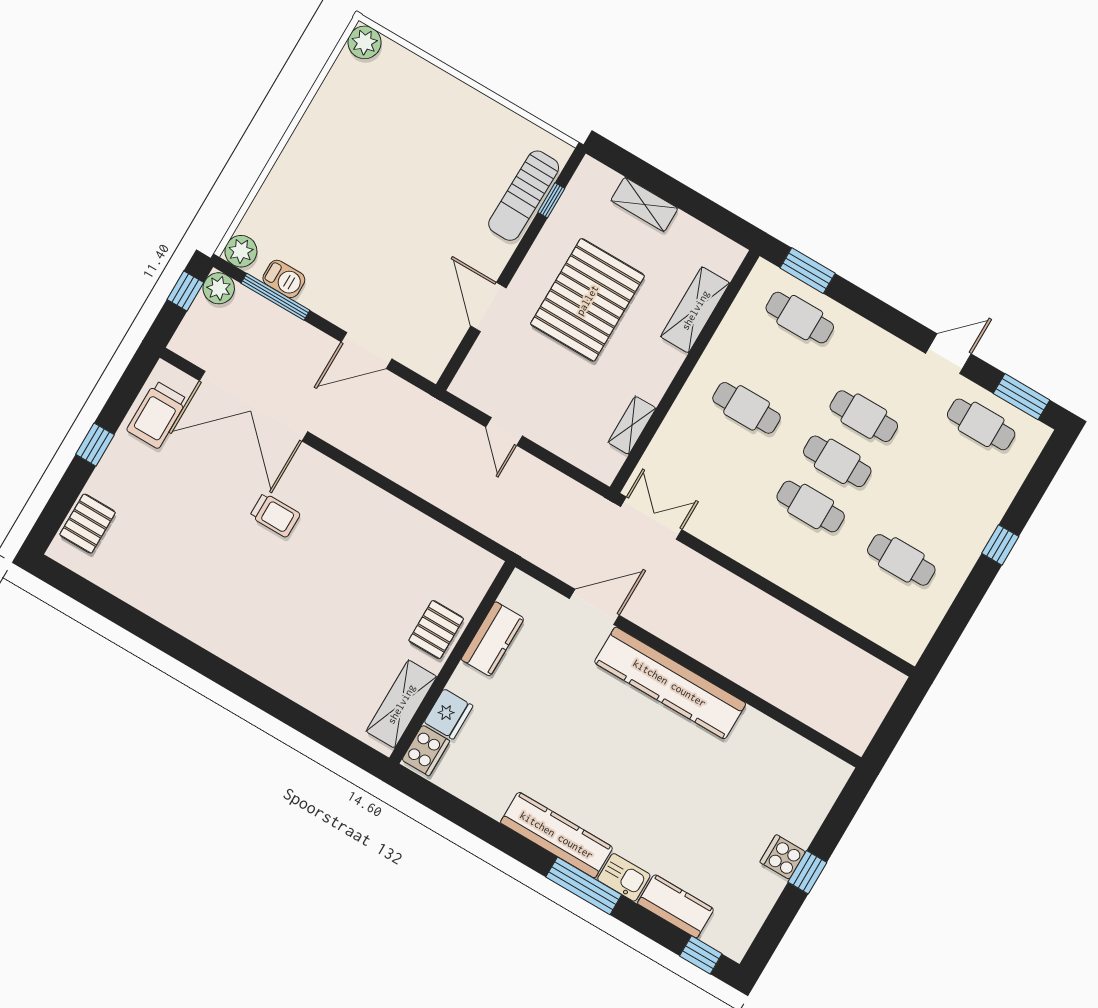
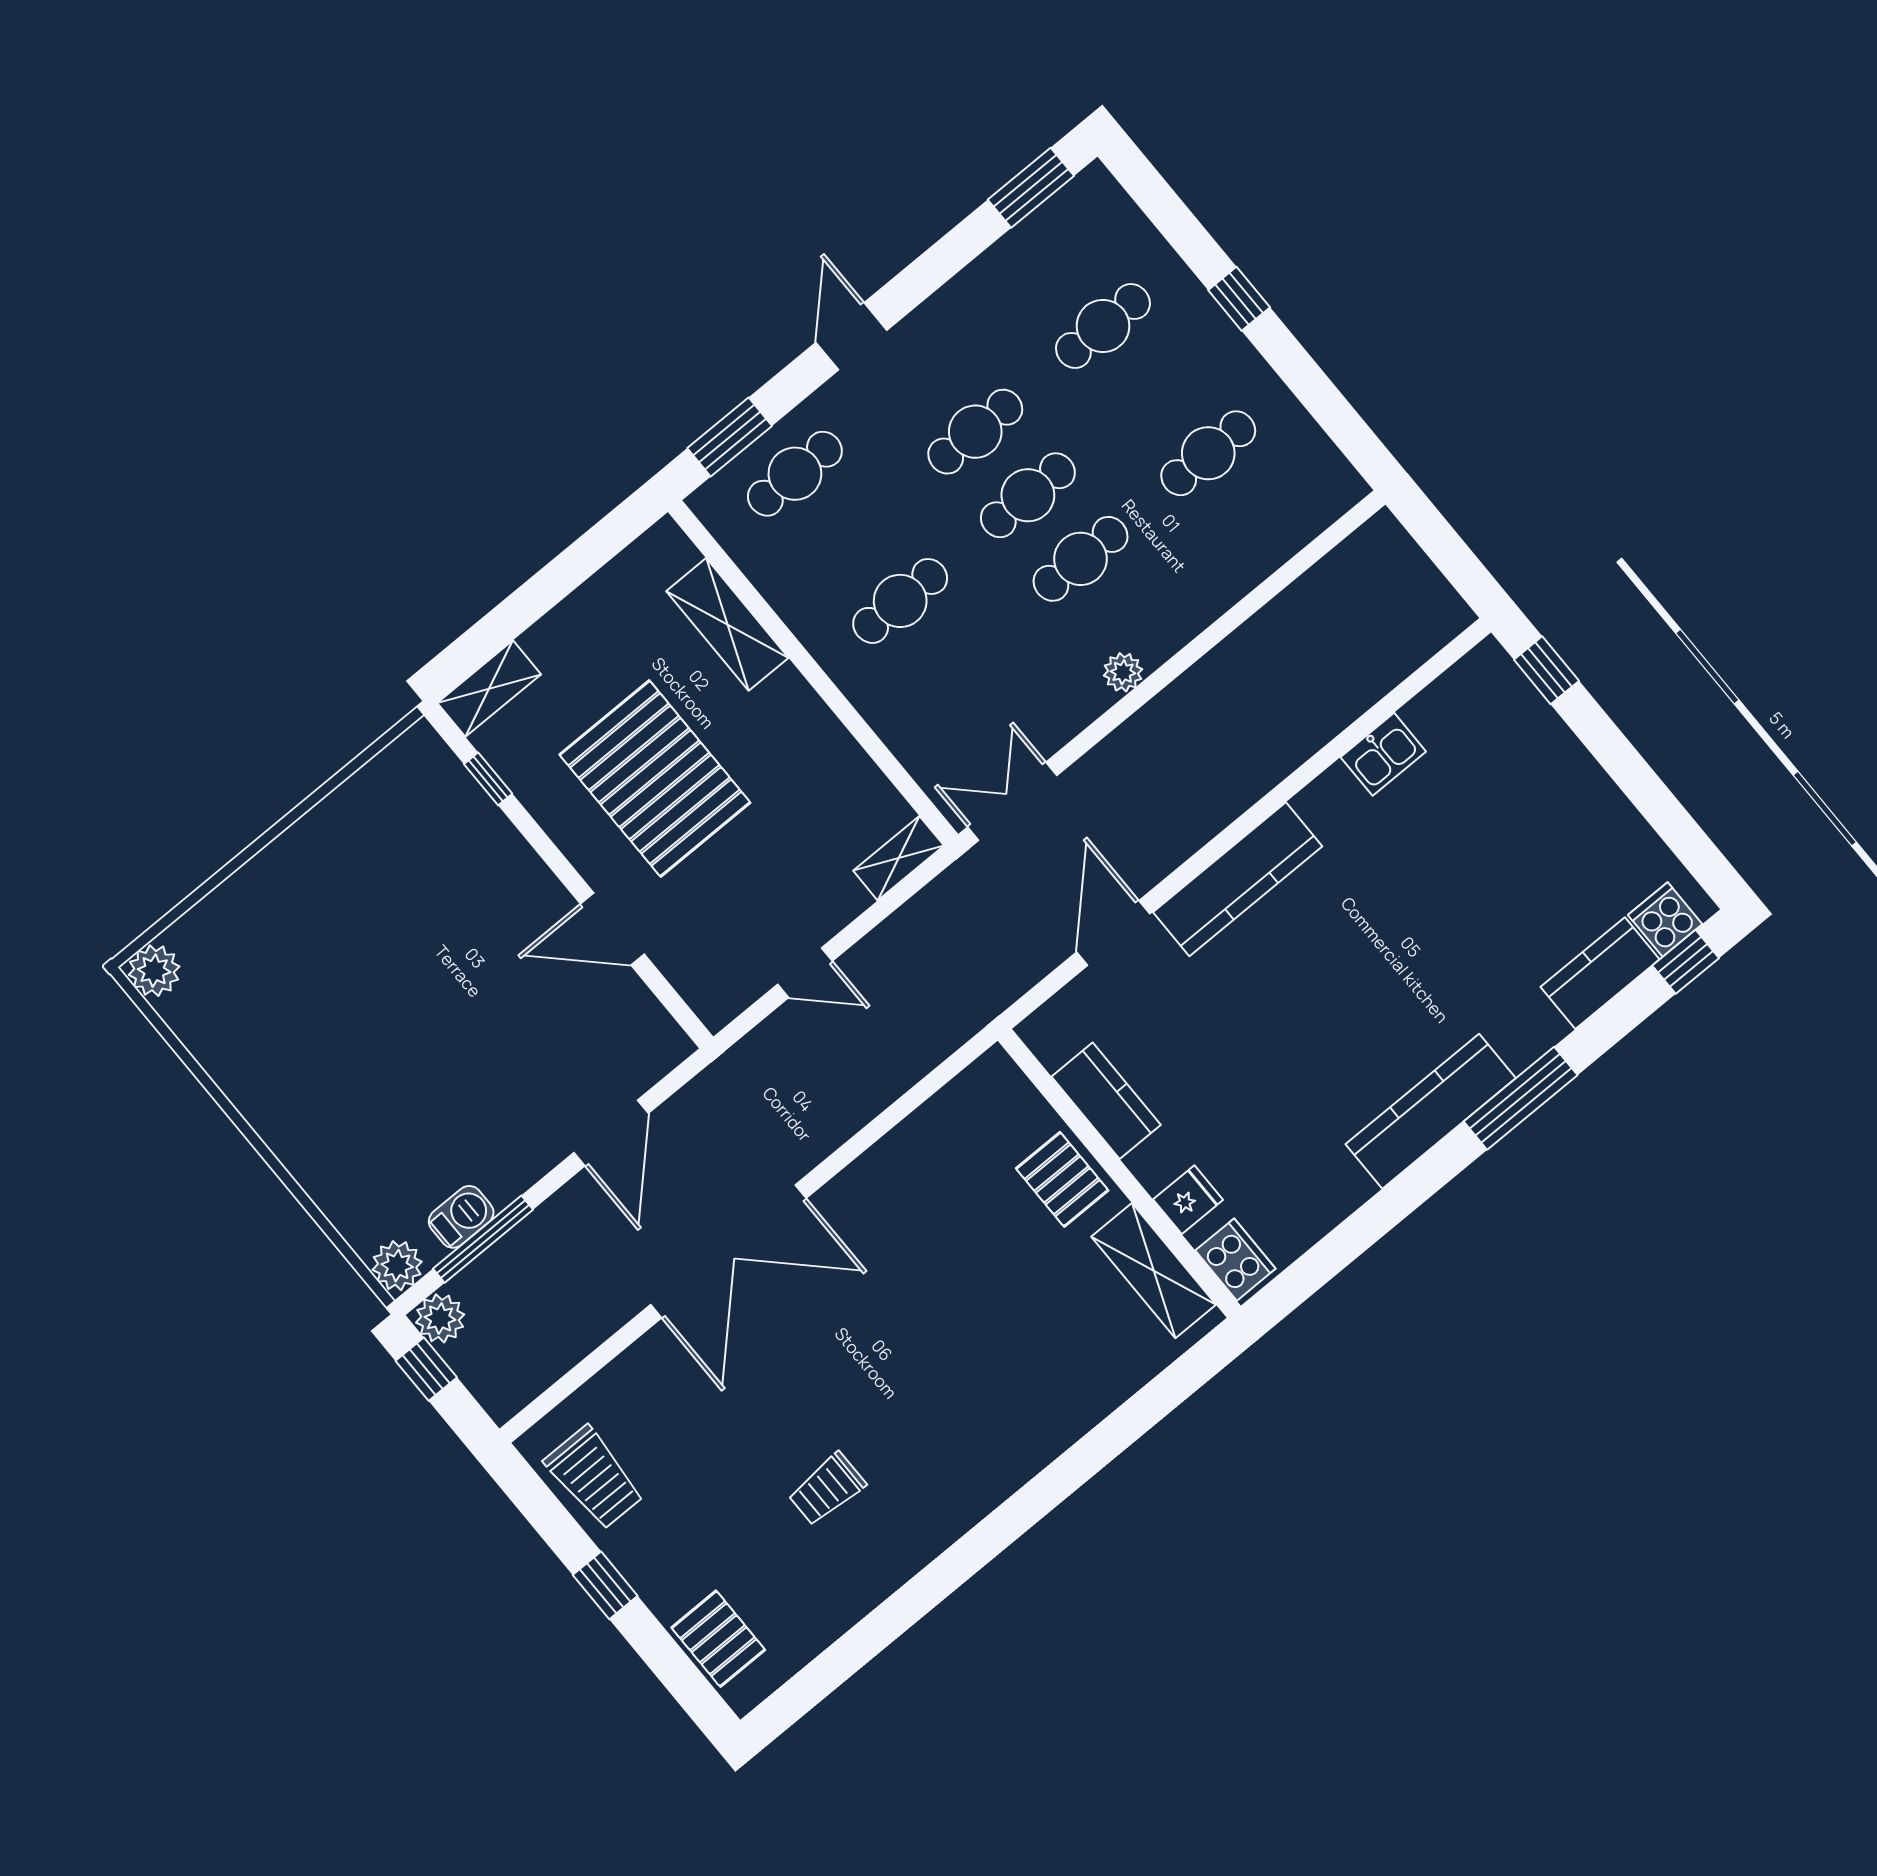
sun lounger: (524, 196) -> (466, 817), removed
shelving: (644, 204) -> (489, 689), moved
door: (948, 354) -> (851, 336), moved
double door: (254, 406) -> (728, 1251), moved
cafe table: (981, 424) -> (1103, 326), moved
shelving: (632, 425) -> (899, 858), moved, turned 90
trolley: (275, 515) -> (827, 1489), moved, turned 180
plant: (752, 556) -> (1123, 672), added
kitchen counter: (670, 683) -> (1238, 879), width x0.72, depth x0.86
fridge: (448, 714) -> (1188, 1200), width x0.72
cooker: (783, 857) -> (1665, 920), moved, turned 90
window: (807, 872) -> (1546, 670), moved
kitchen sink: (624, 877) -> (1383, 754), moved, turned 180

